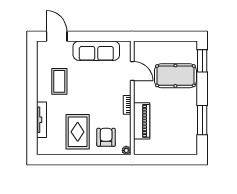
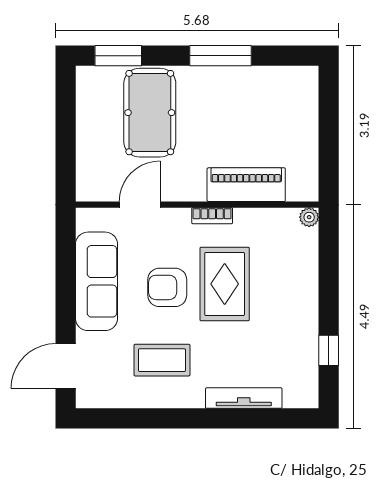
window: (202, 120) -> (221, 56), moved
rug: (78, 132) -> (225, 284), moved, turned 90
armchair: (106, 137) -> (167, 287), moved
window: (64, 160) -> (329, 350), added

